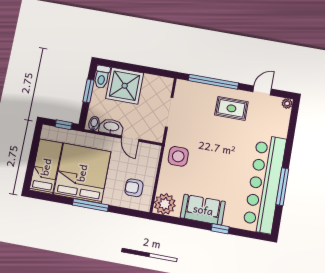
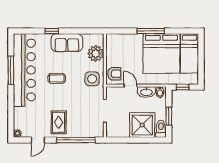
rug: (231, 108) -> (59, 122), turned 90
coffee table: (224, 165) -> (57, 78), added
armchair: (134, 188) -> (114, 74), moved
plant: (165, 204) -> (96, 53), moved

